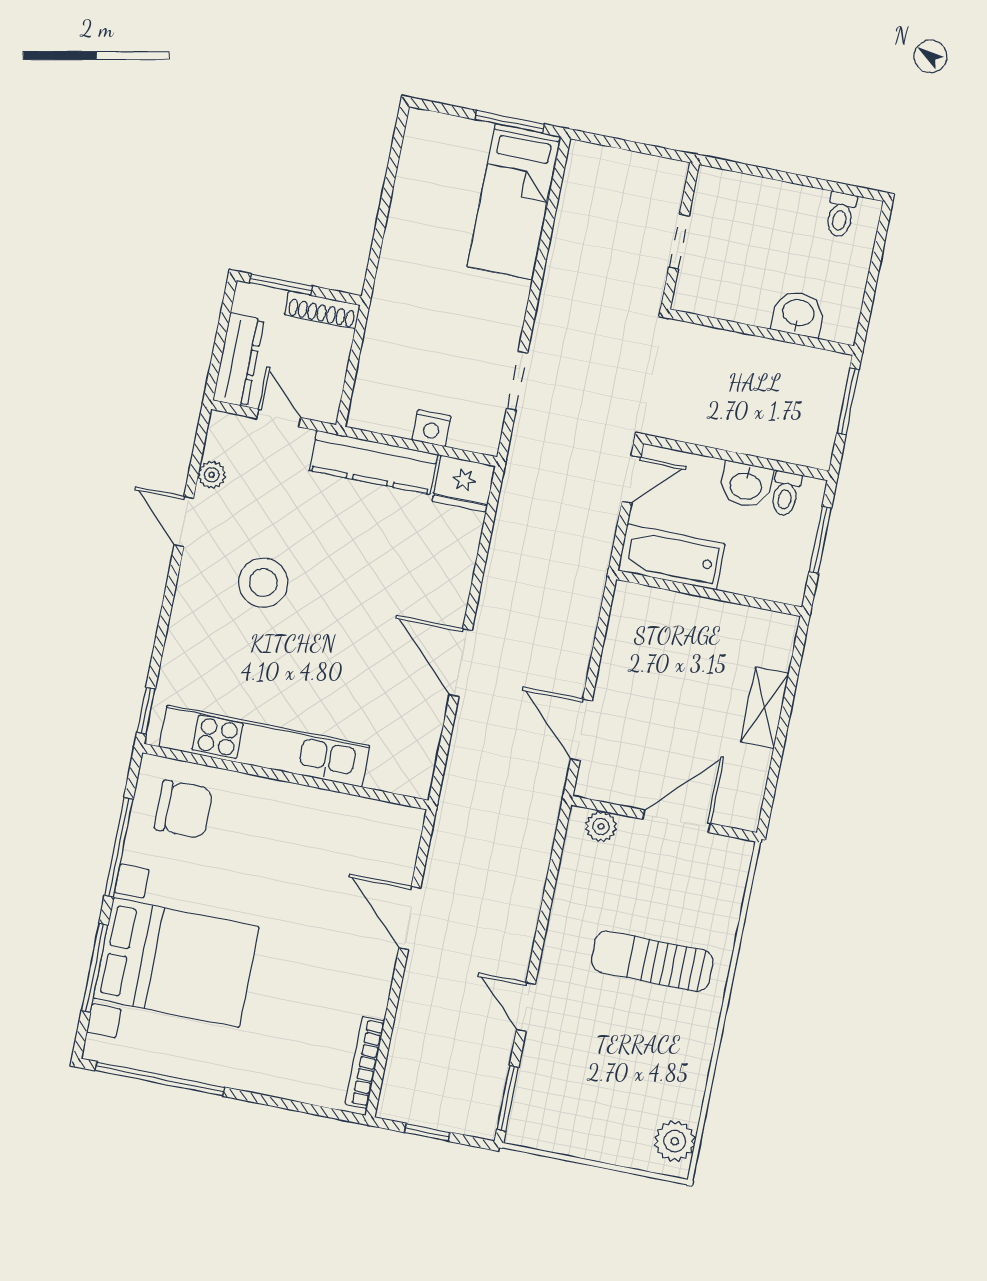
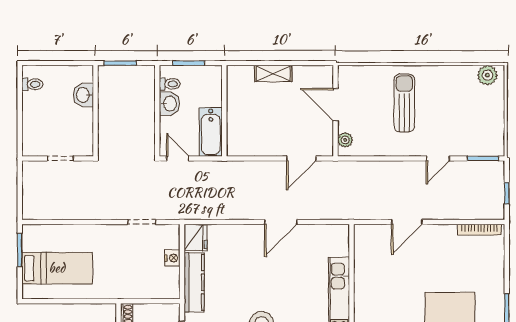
bed: (513, 202) -> (57, 268), moved
sun lounger: (652, 961) -> (404, 103), turned 180

